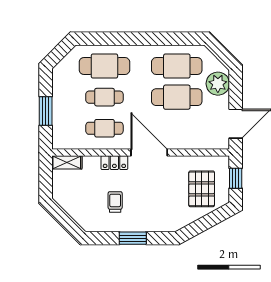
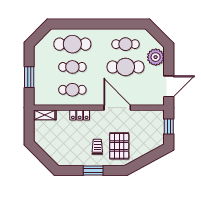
cafe table: (177, 66) -> (125, 44), width x0.73, depth x0.74
door: (149, 152) -> (117, 108), moved
pallet: (202, 189) -> (119, 146), moved
trolley: (115, 202) -> (97, 147), moved

